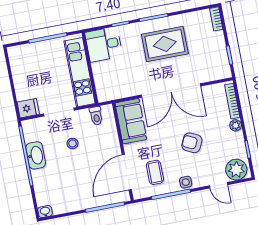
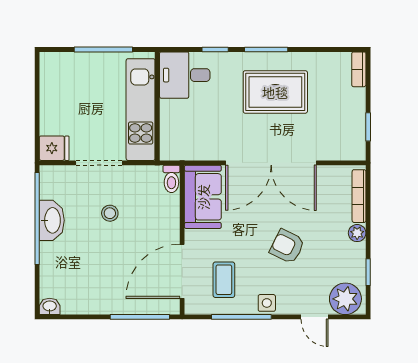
toilet: (96, 116) -> (171, 179), moved

